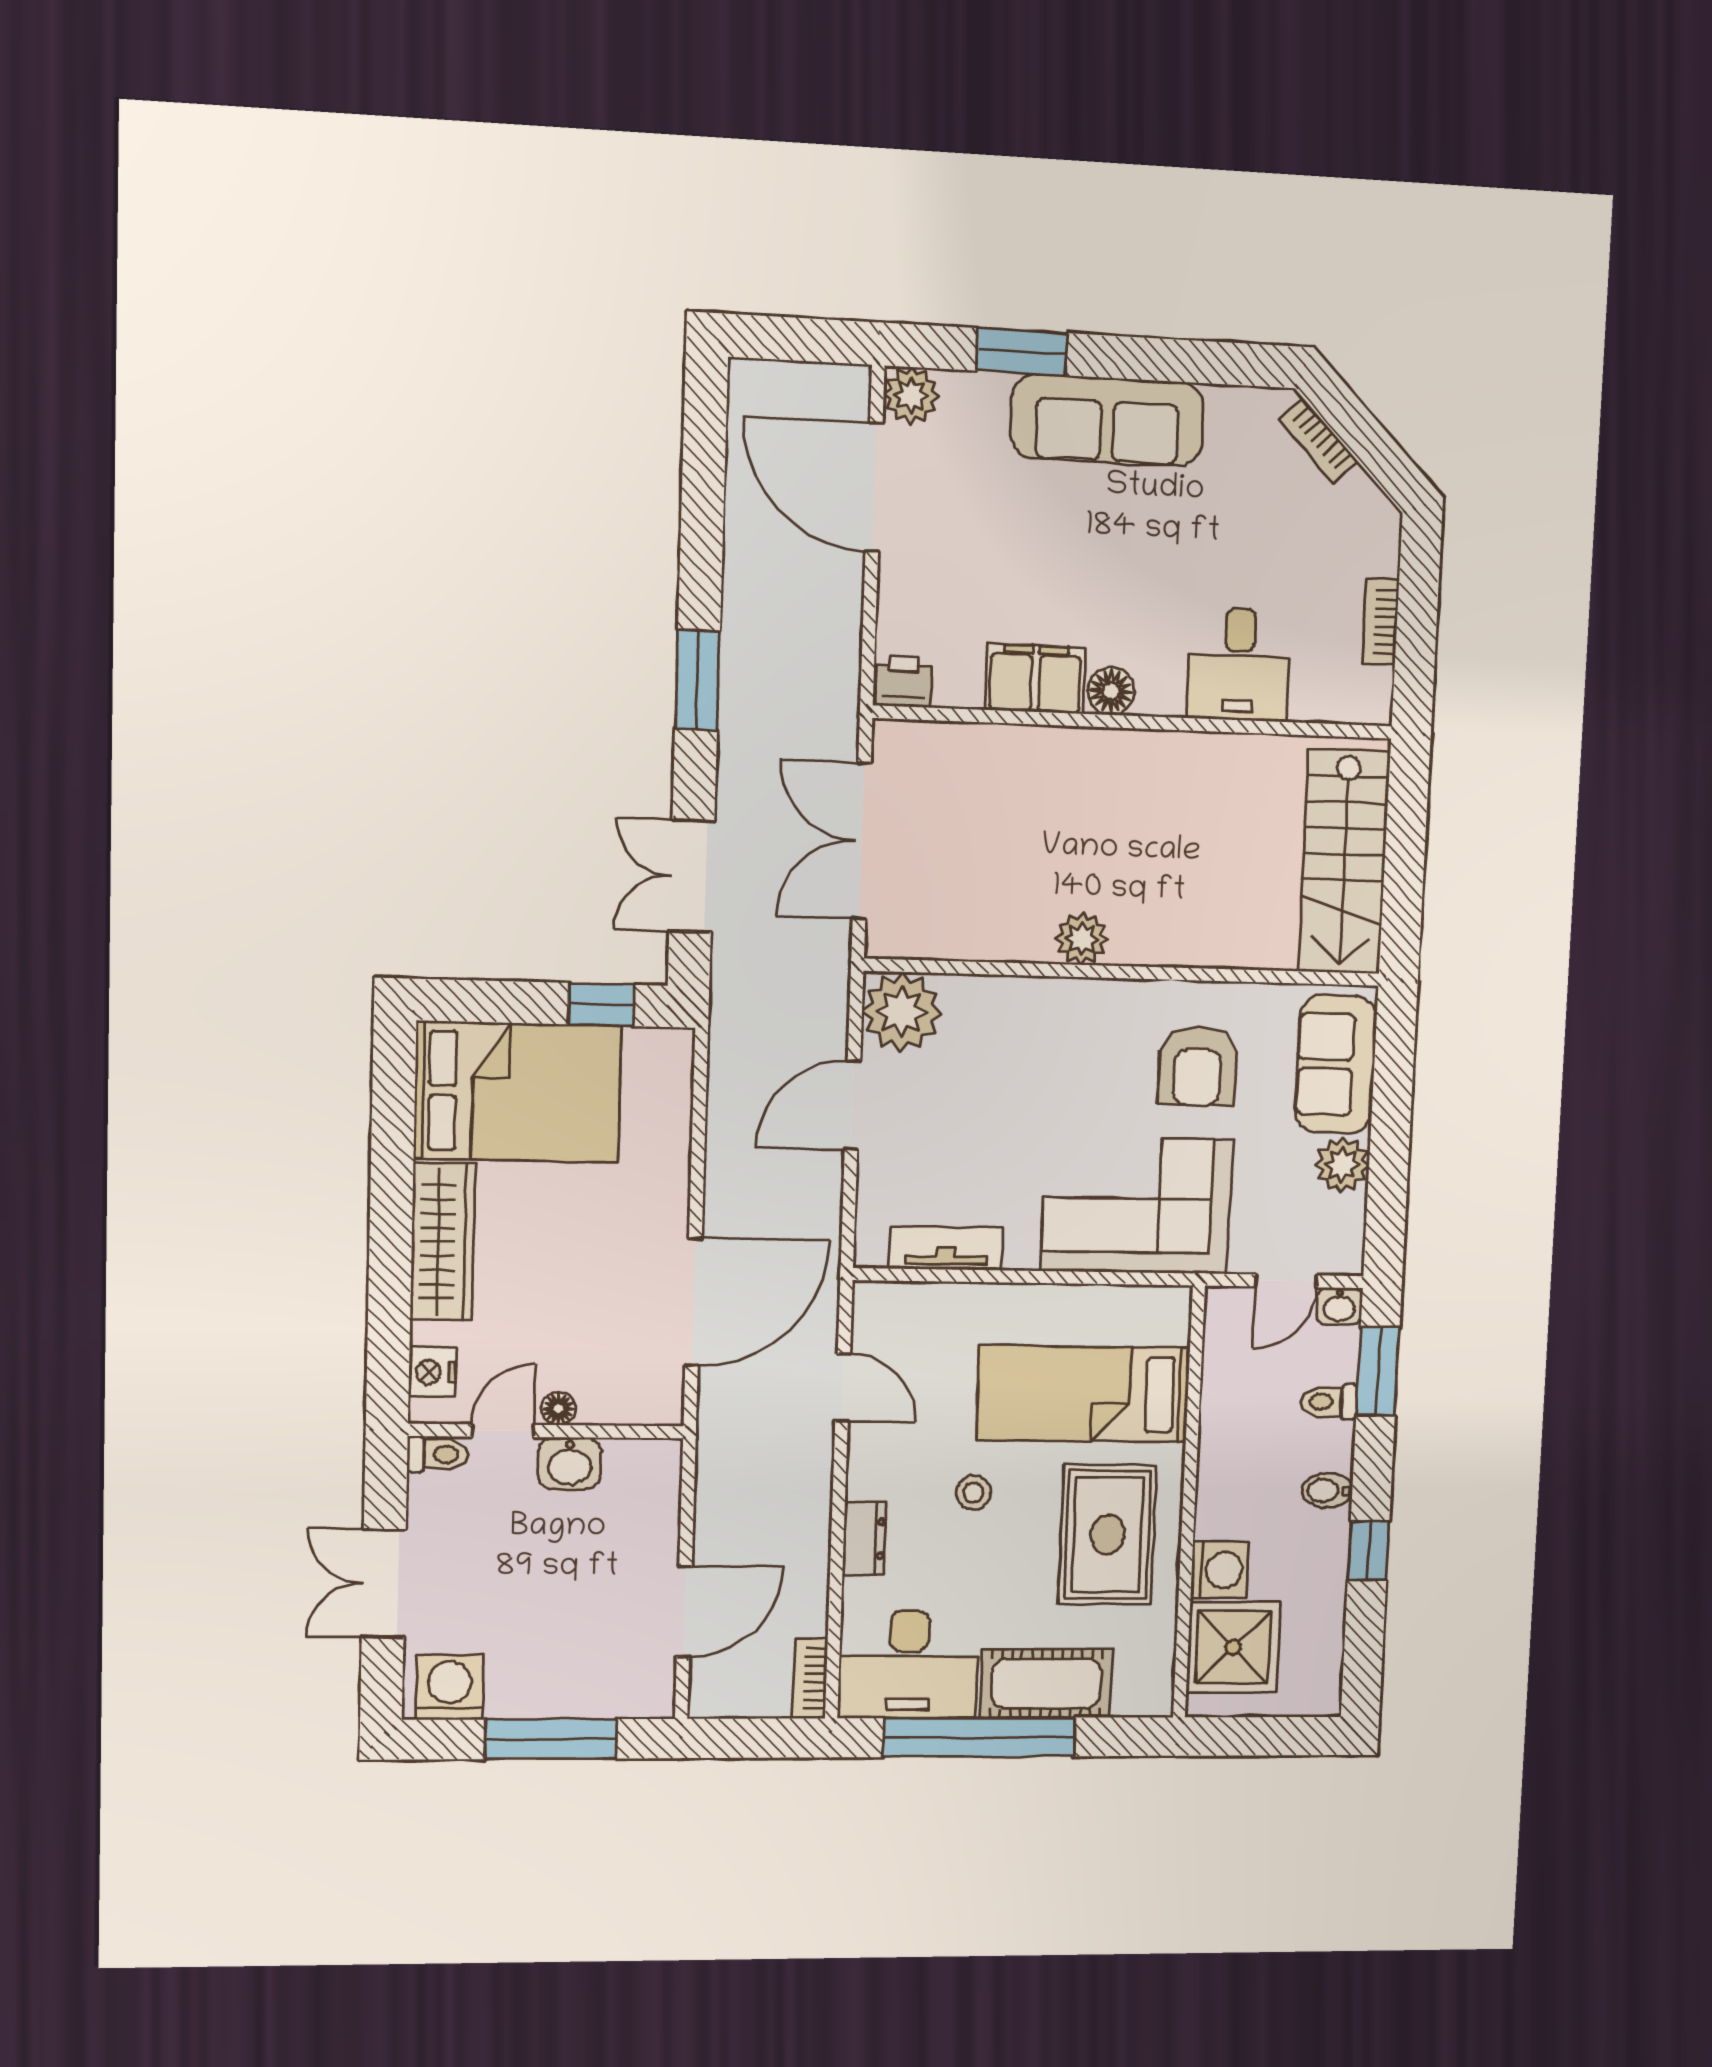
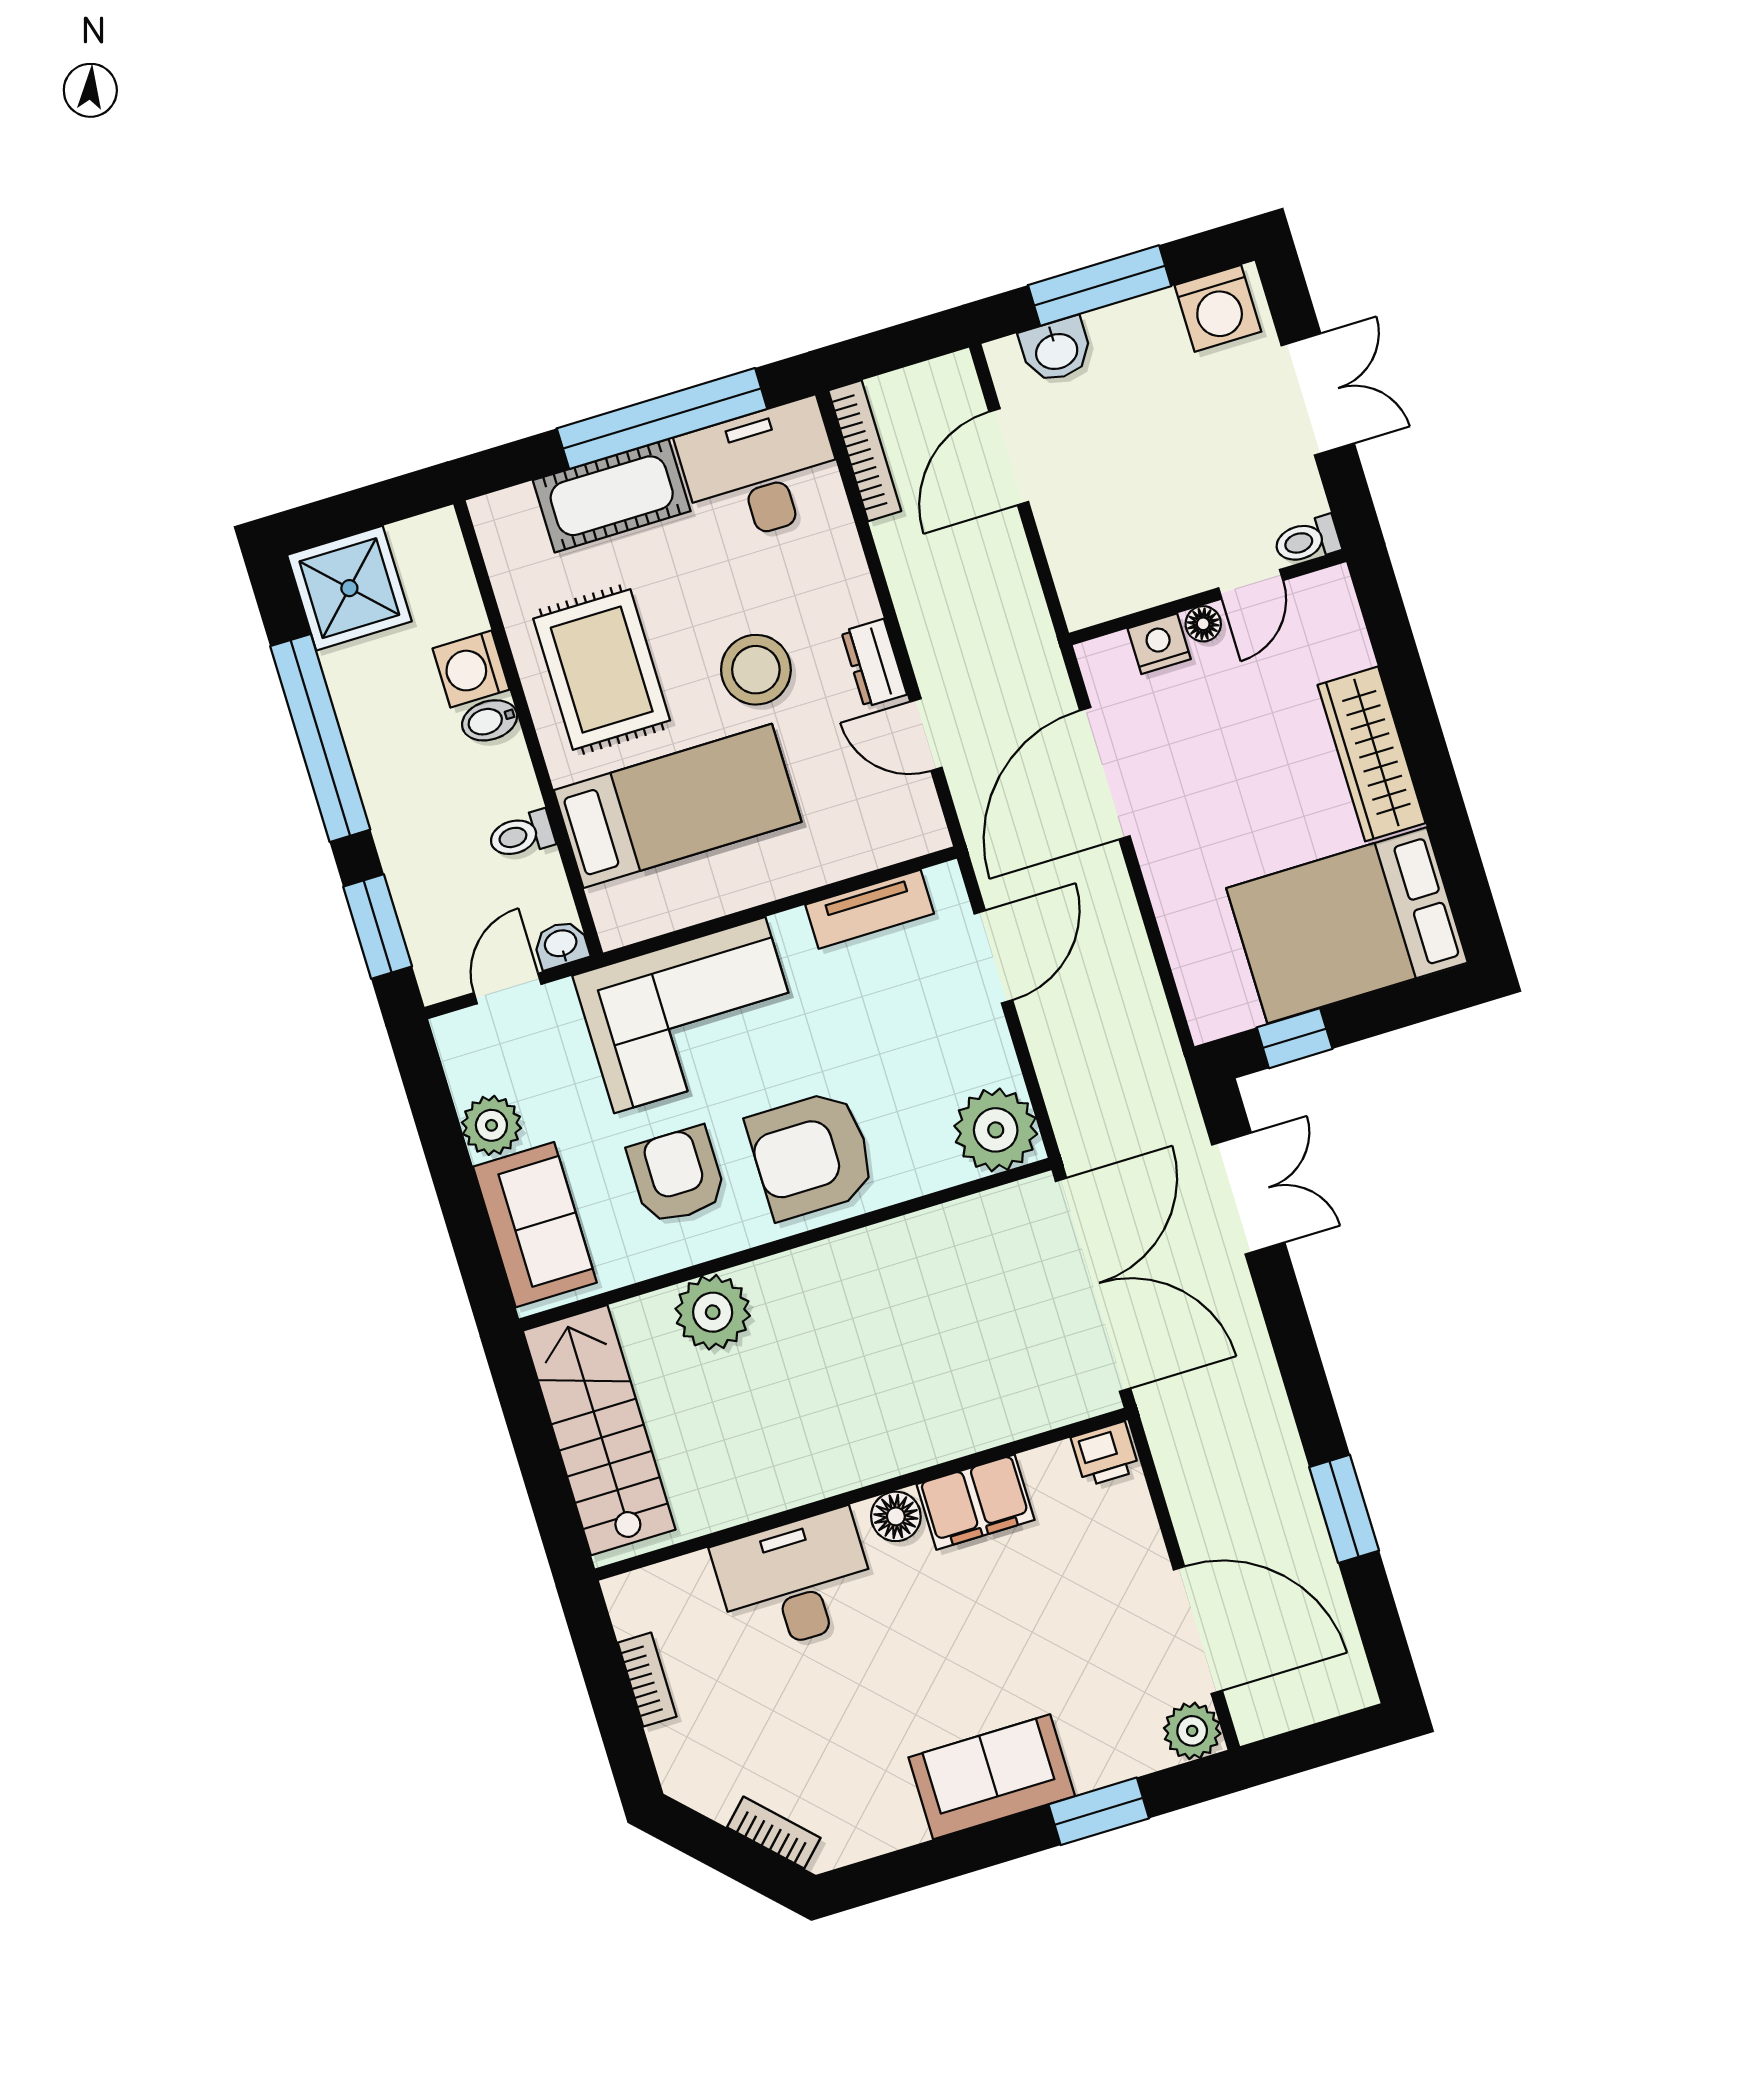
sofa: (1107, 420) -> (992, 1777), width x0.73
desk: (1239, 665) -> (795, 1582), width x1.37
window: (697, 680) -> (1344, 1509), moved
double door: (862, 841) -> (1093, 1285), width x1.36
plant: (1082, 939) -> (713, 1312), moved, width x1.36, depth x1.36
armchair: (1073, 1045) -> (811, 1155), added
door: (853, 1105) -> (993, 957), moved
washbasin: (1339, 1306) -> (561, 944), moved
nightstand: (432, 1372) -> (1159, 644), moved, turned -90
toilet: (1329, 1402) -> (521, 835), moved, turned 180
washbasin: (570, 1463) -> (1056, 350), moved, turned 180
bidet: (1327, 1490) -> (490, 720), moved, turned 180
stool: (973, 1492) -> (756, 670), width x1.89, depth x1.89
dresser: (864, 1539) -> (874, 663), moved
window: (1369, 1551) -> (320, 738), width x3.17
shower: (1233, 1647) -> (349, 588), moved
bookcase: (810, 1678) -> (865, 451), width x1.56

